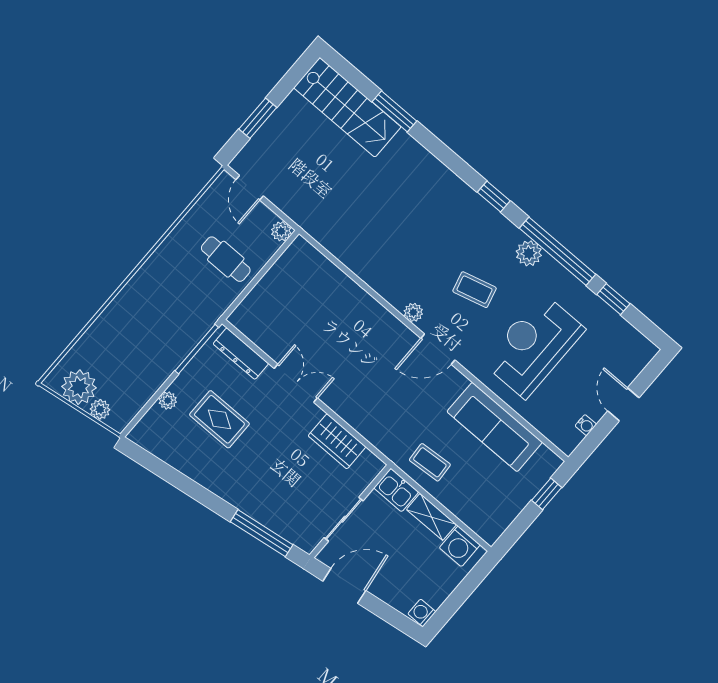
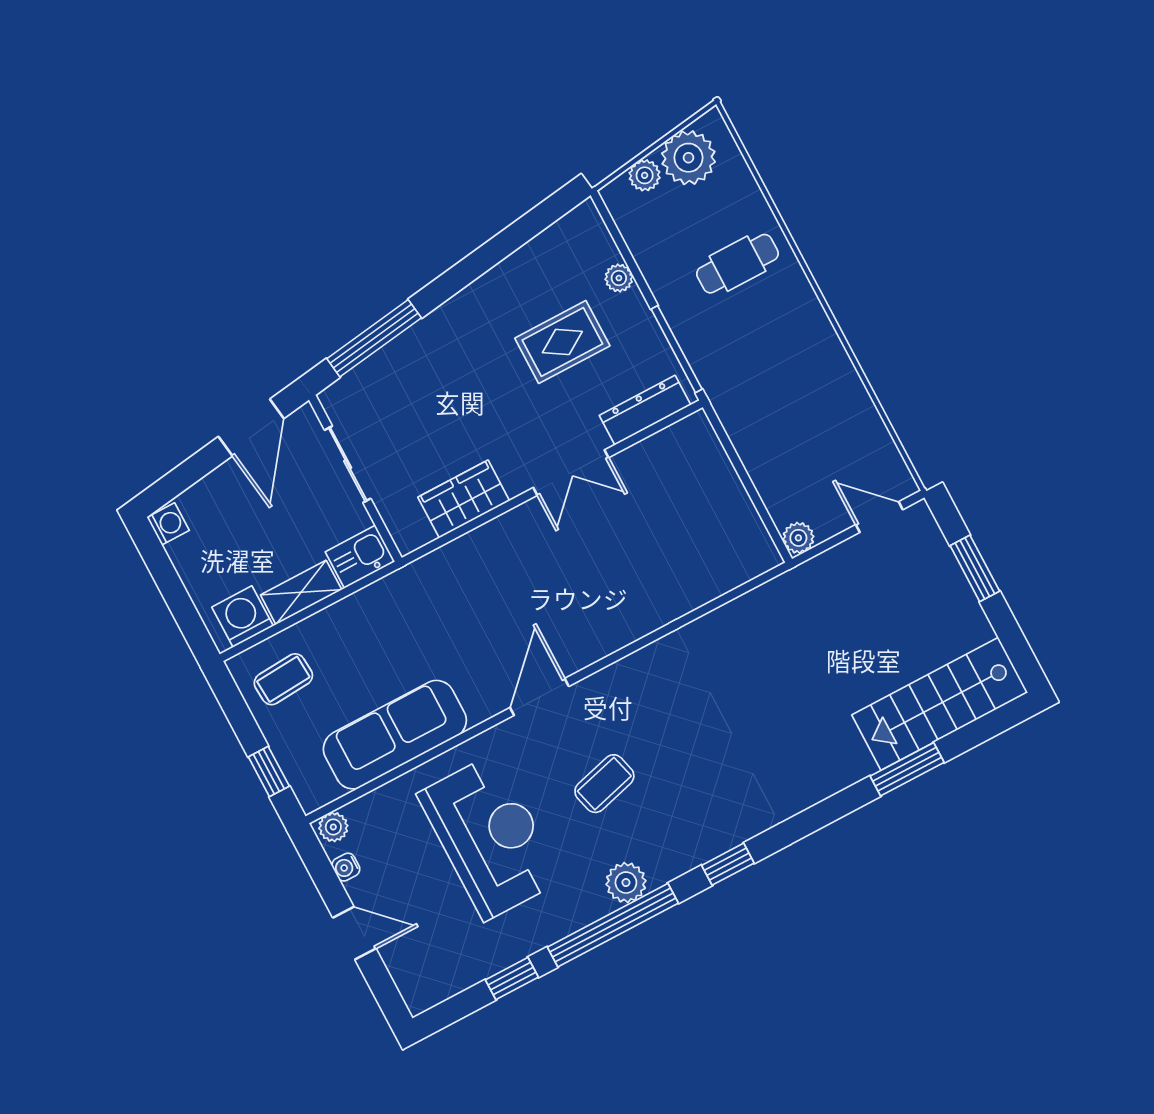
cafe table: (226, 259) -> (737, 264), moved
plant: (413, 312) -> (333, 827), moved
coffee table: (430, 462) -> (283, 679), moved

